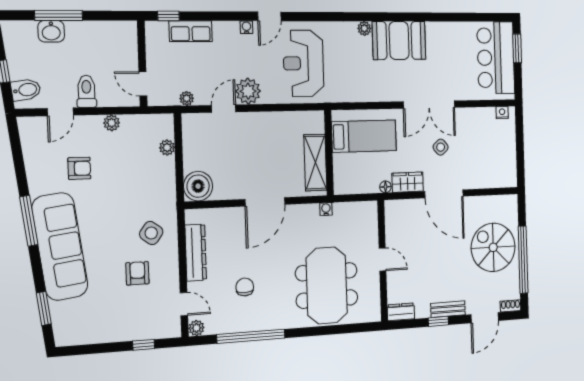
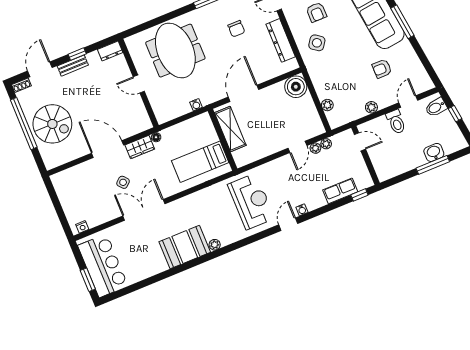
plant: (248, 91) -> (315, 148), moved, width x0.53, depth x0.53
bed: (364, 136) -> (200, 162), moved
wall: (329, 153) -> (223, 140), moved
shelving: (315, 163) -> (230, 129), moved

